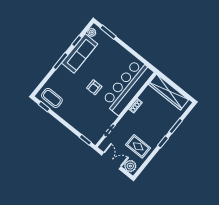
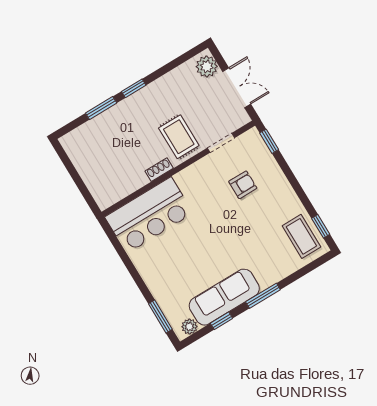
armchair: (94, 87) -> (243, 185), moved
bar counter: (128, 87) -> (149, 215), width x0.73
wardrobe: (168, 92) -> (92, 173), removed
rug: (138, 146) -> (179, 137), moved
double door: (111, 161) -> (237, 88), swing flipped

